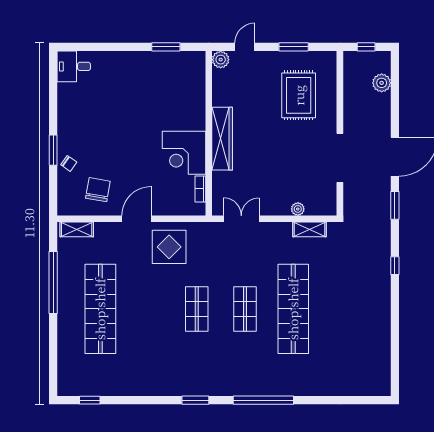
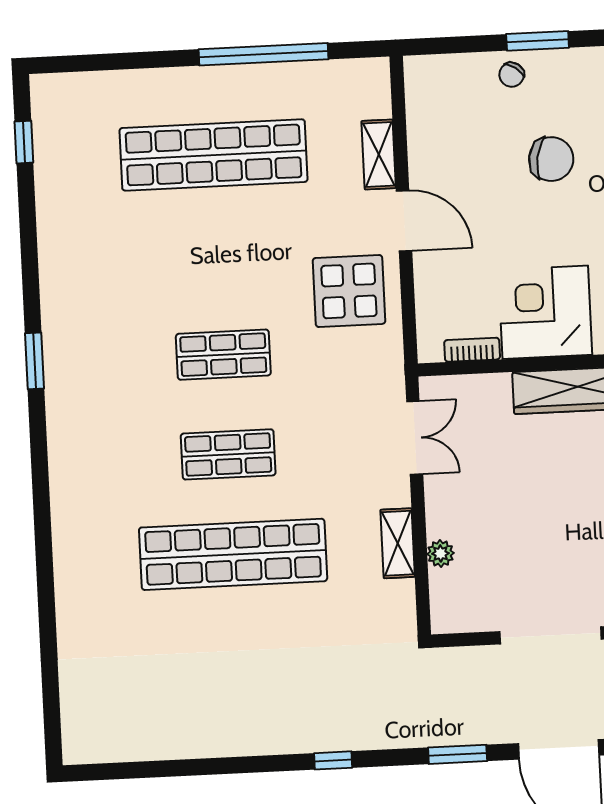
chair: (98, 190) -> (551, 159), moved
shelving: (77, 229) -> (379, 155), moved
shelving: (310, 229) -> (398, 543), moved
window: (263, 400) -> (41, 502), removed

